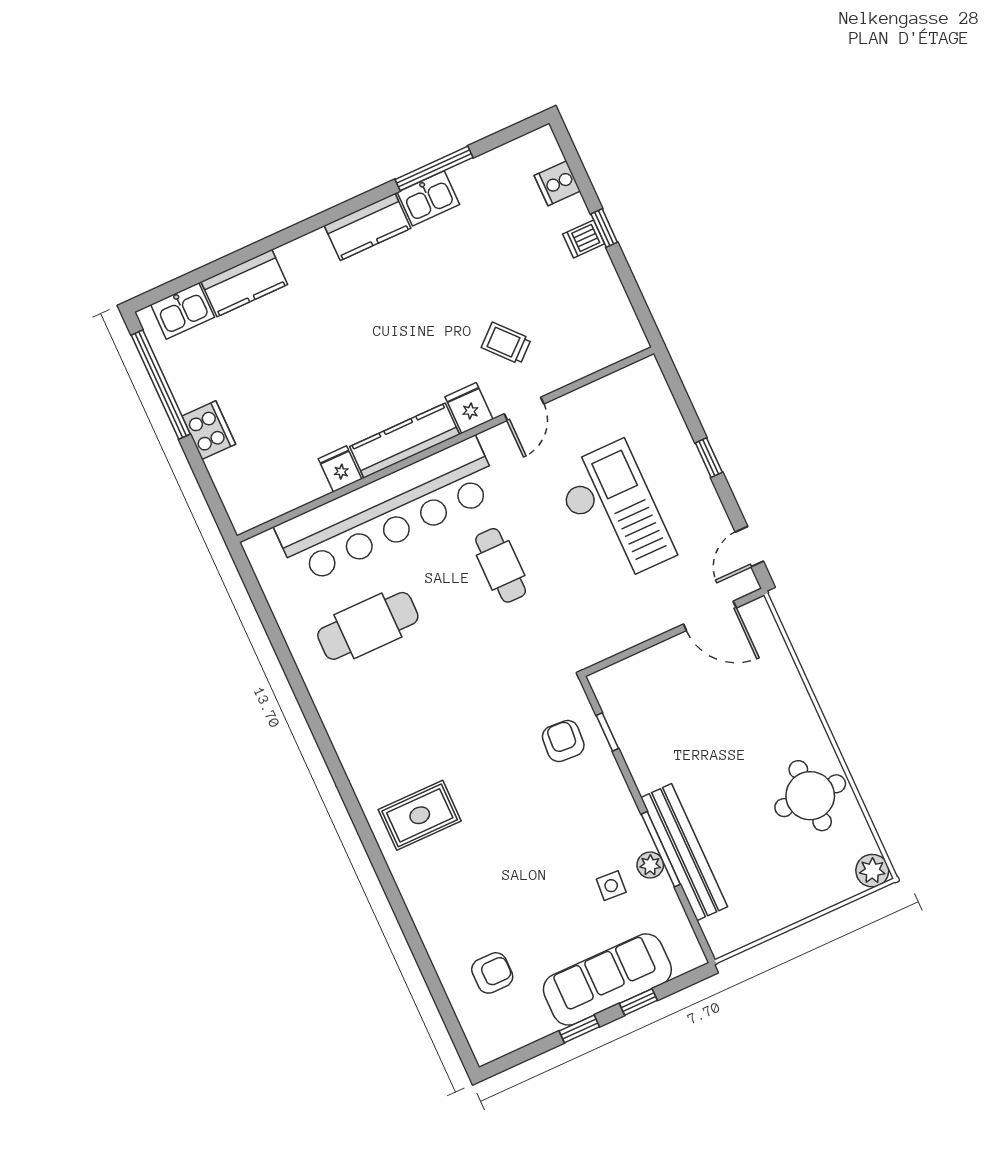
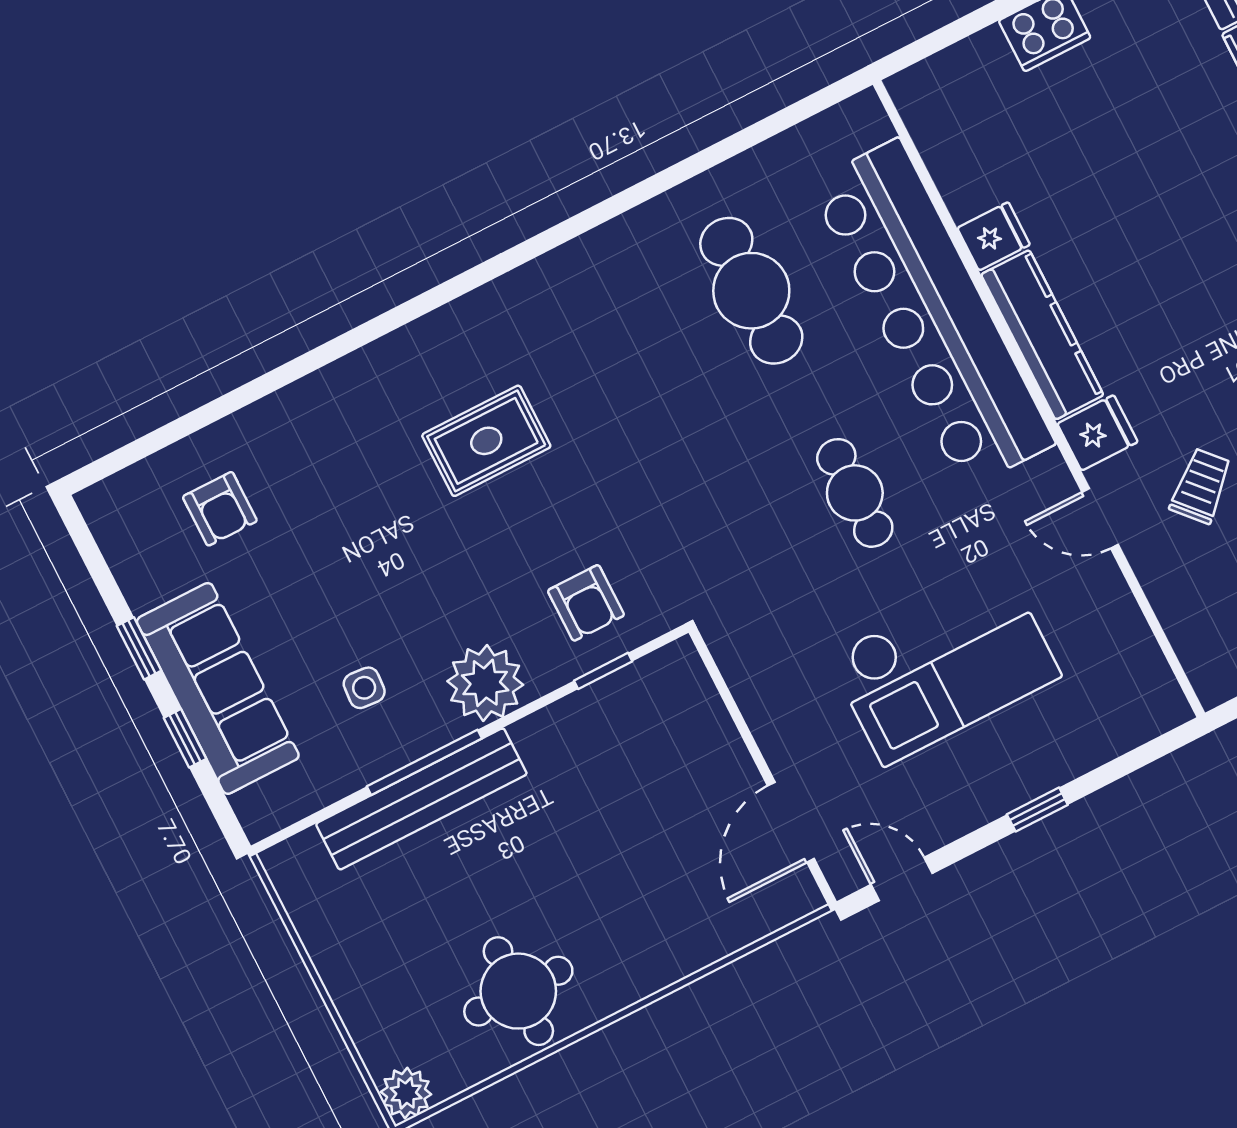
cafe table: (501, 565) -> (855, 493), turned 90
armchair: (563, 741) -> (586, 603), turned 86
rug: (420, 815) -> (486, 441), moved, turned 90
plant: (650, 865) -> (485, 683), moved, width x1.87, depth x1.87

